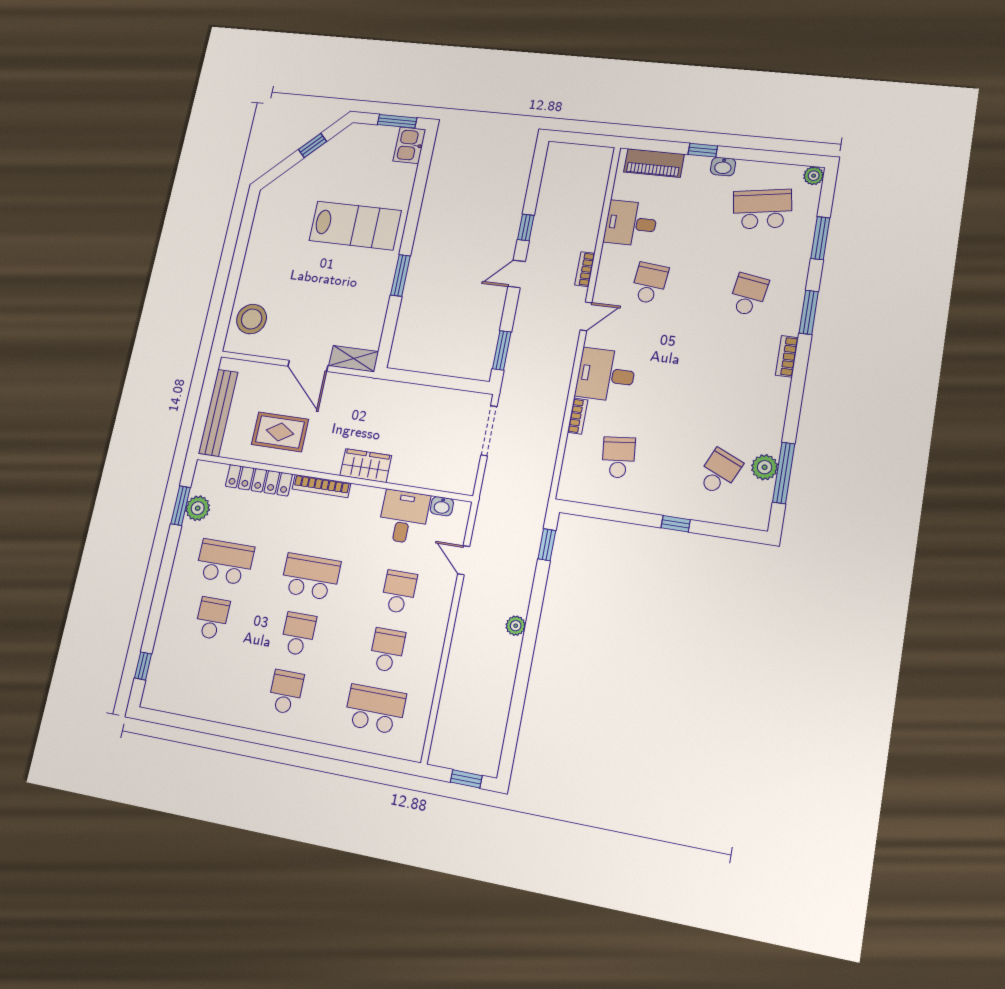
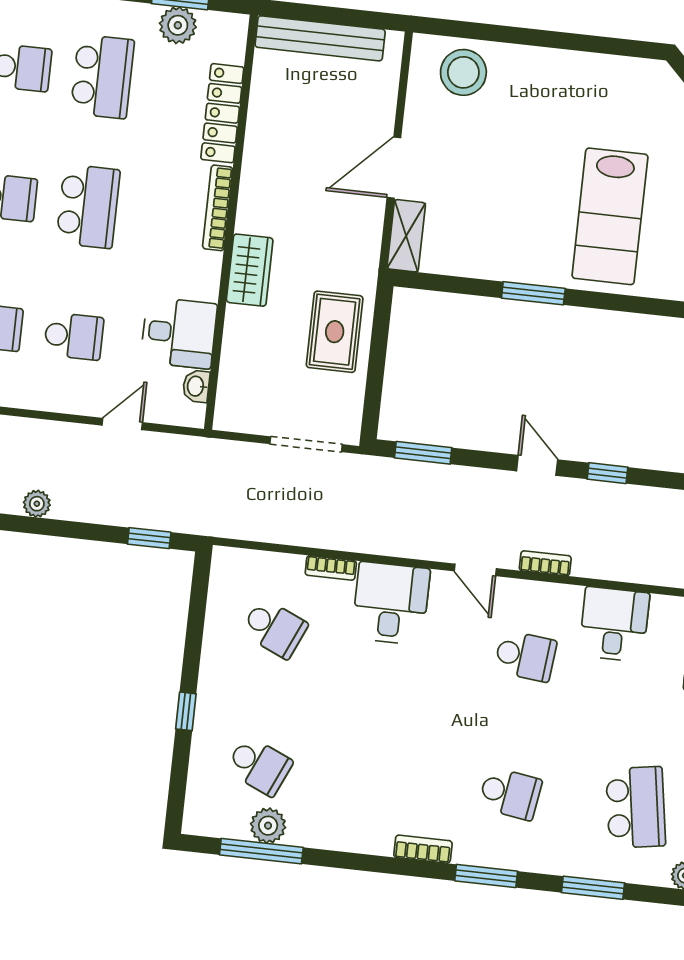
rug: (280, 432) -> (335, 332), moved
school desk: (618, 457) -> (274, 628), turned 30

